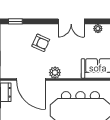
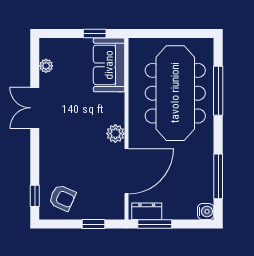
double door: (71, 21) -> (35, 108), swing flipped
armchair: (41, 43) -> (62, 198), moved, turned 90

